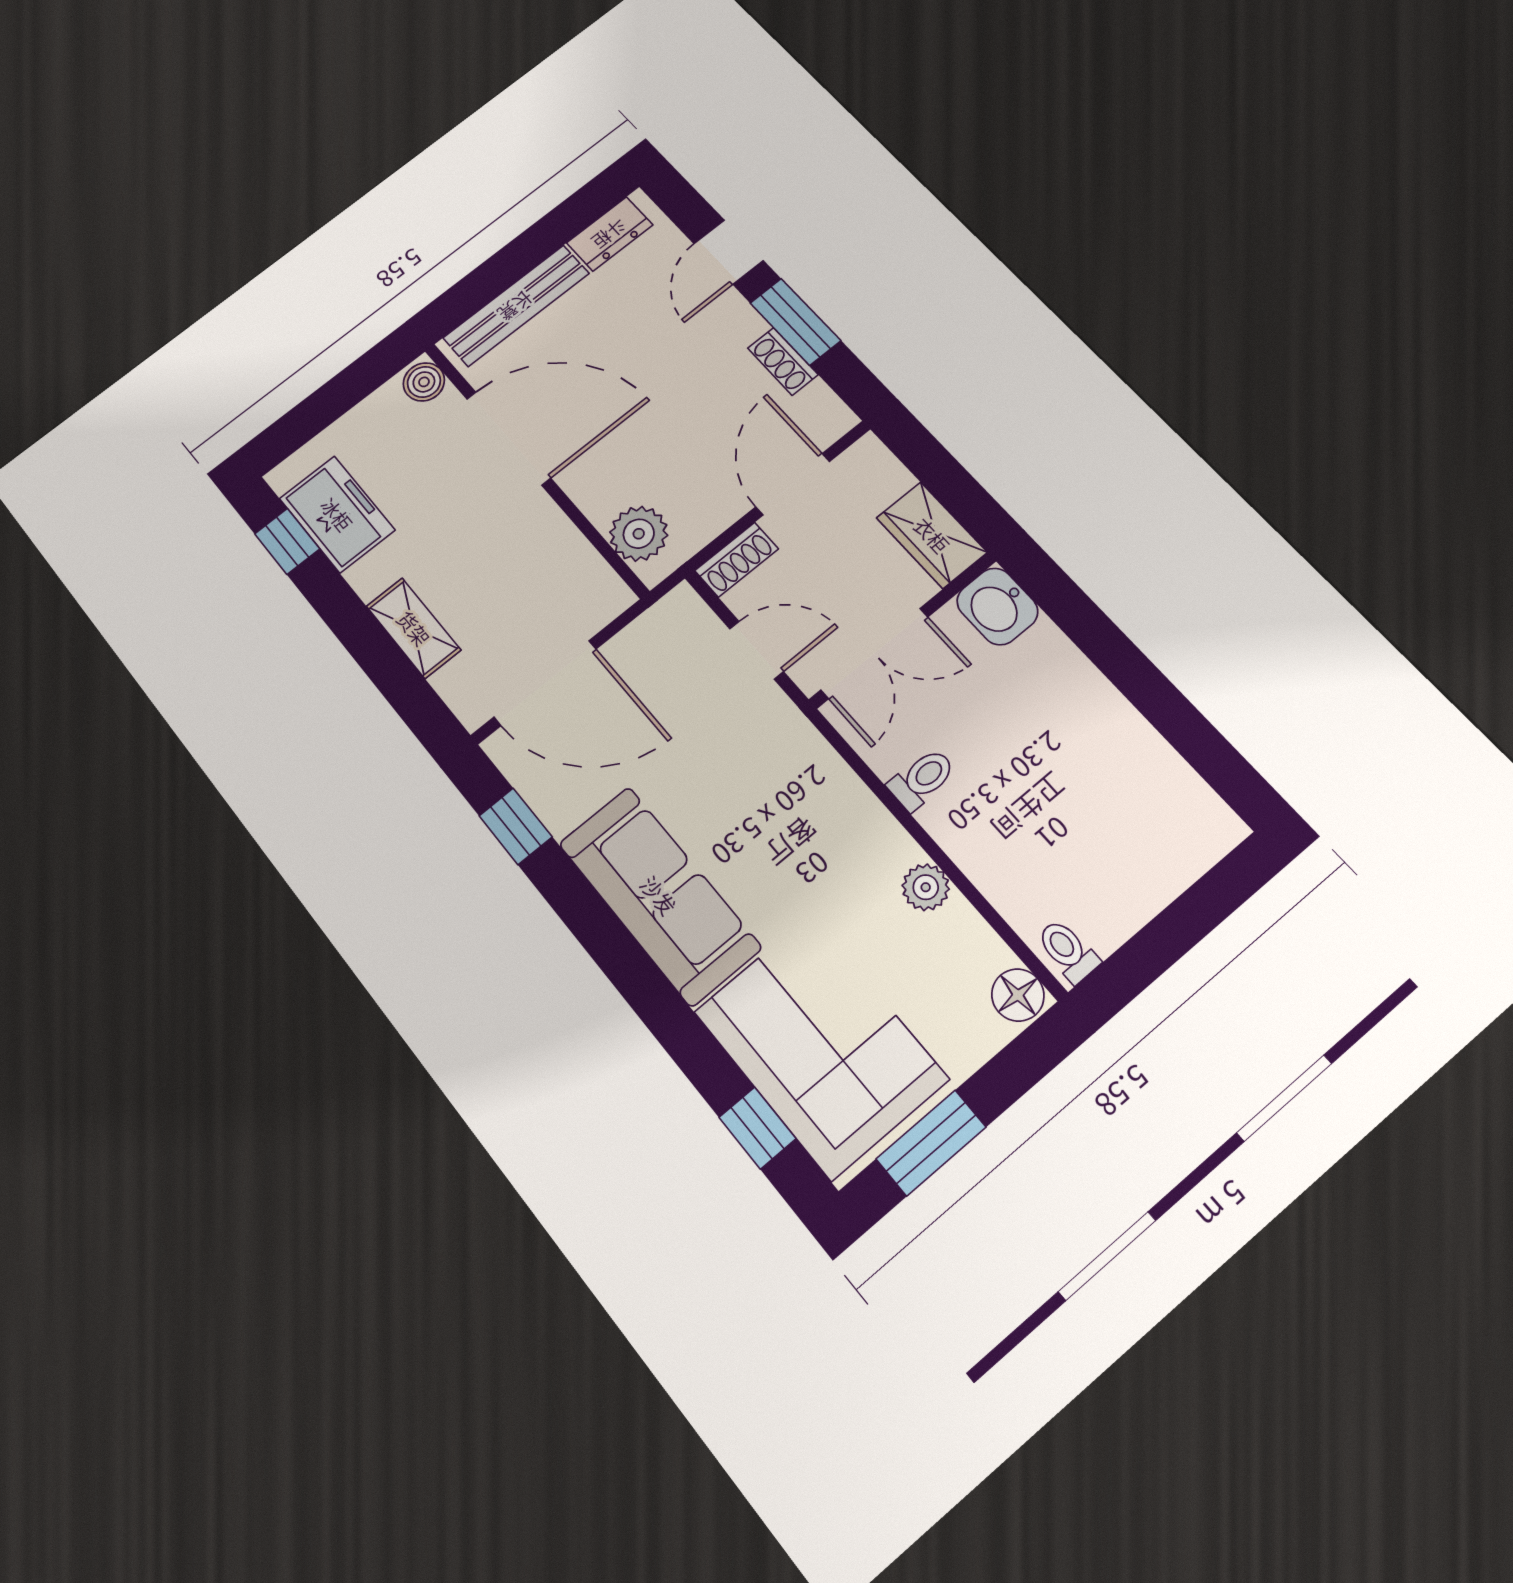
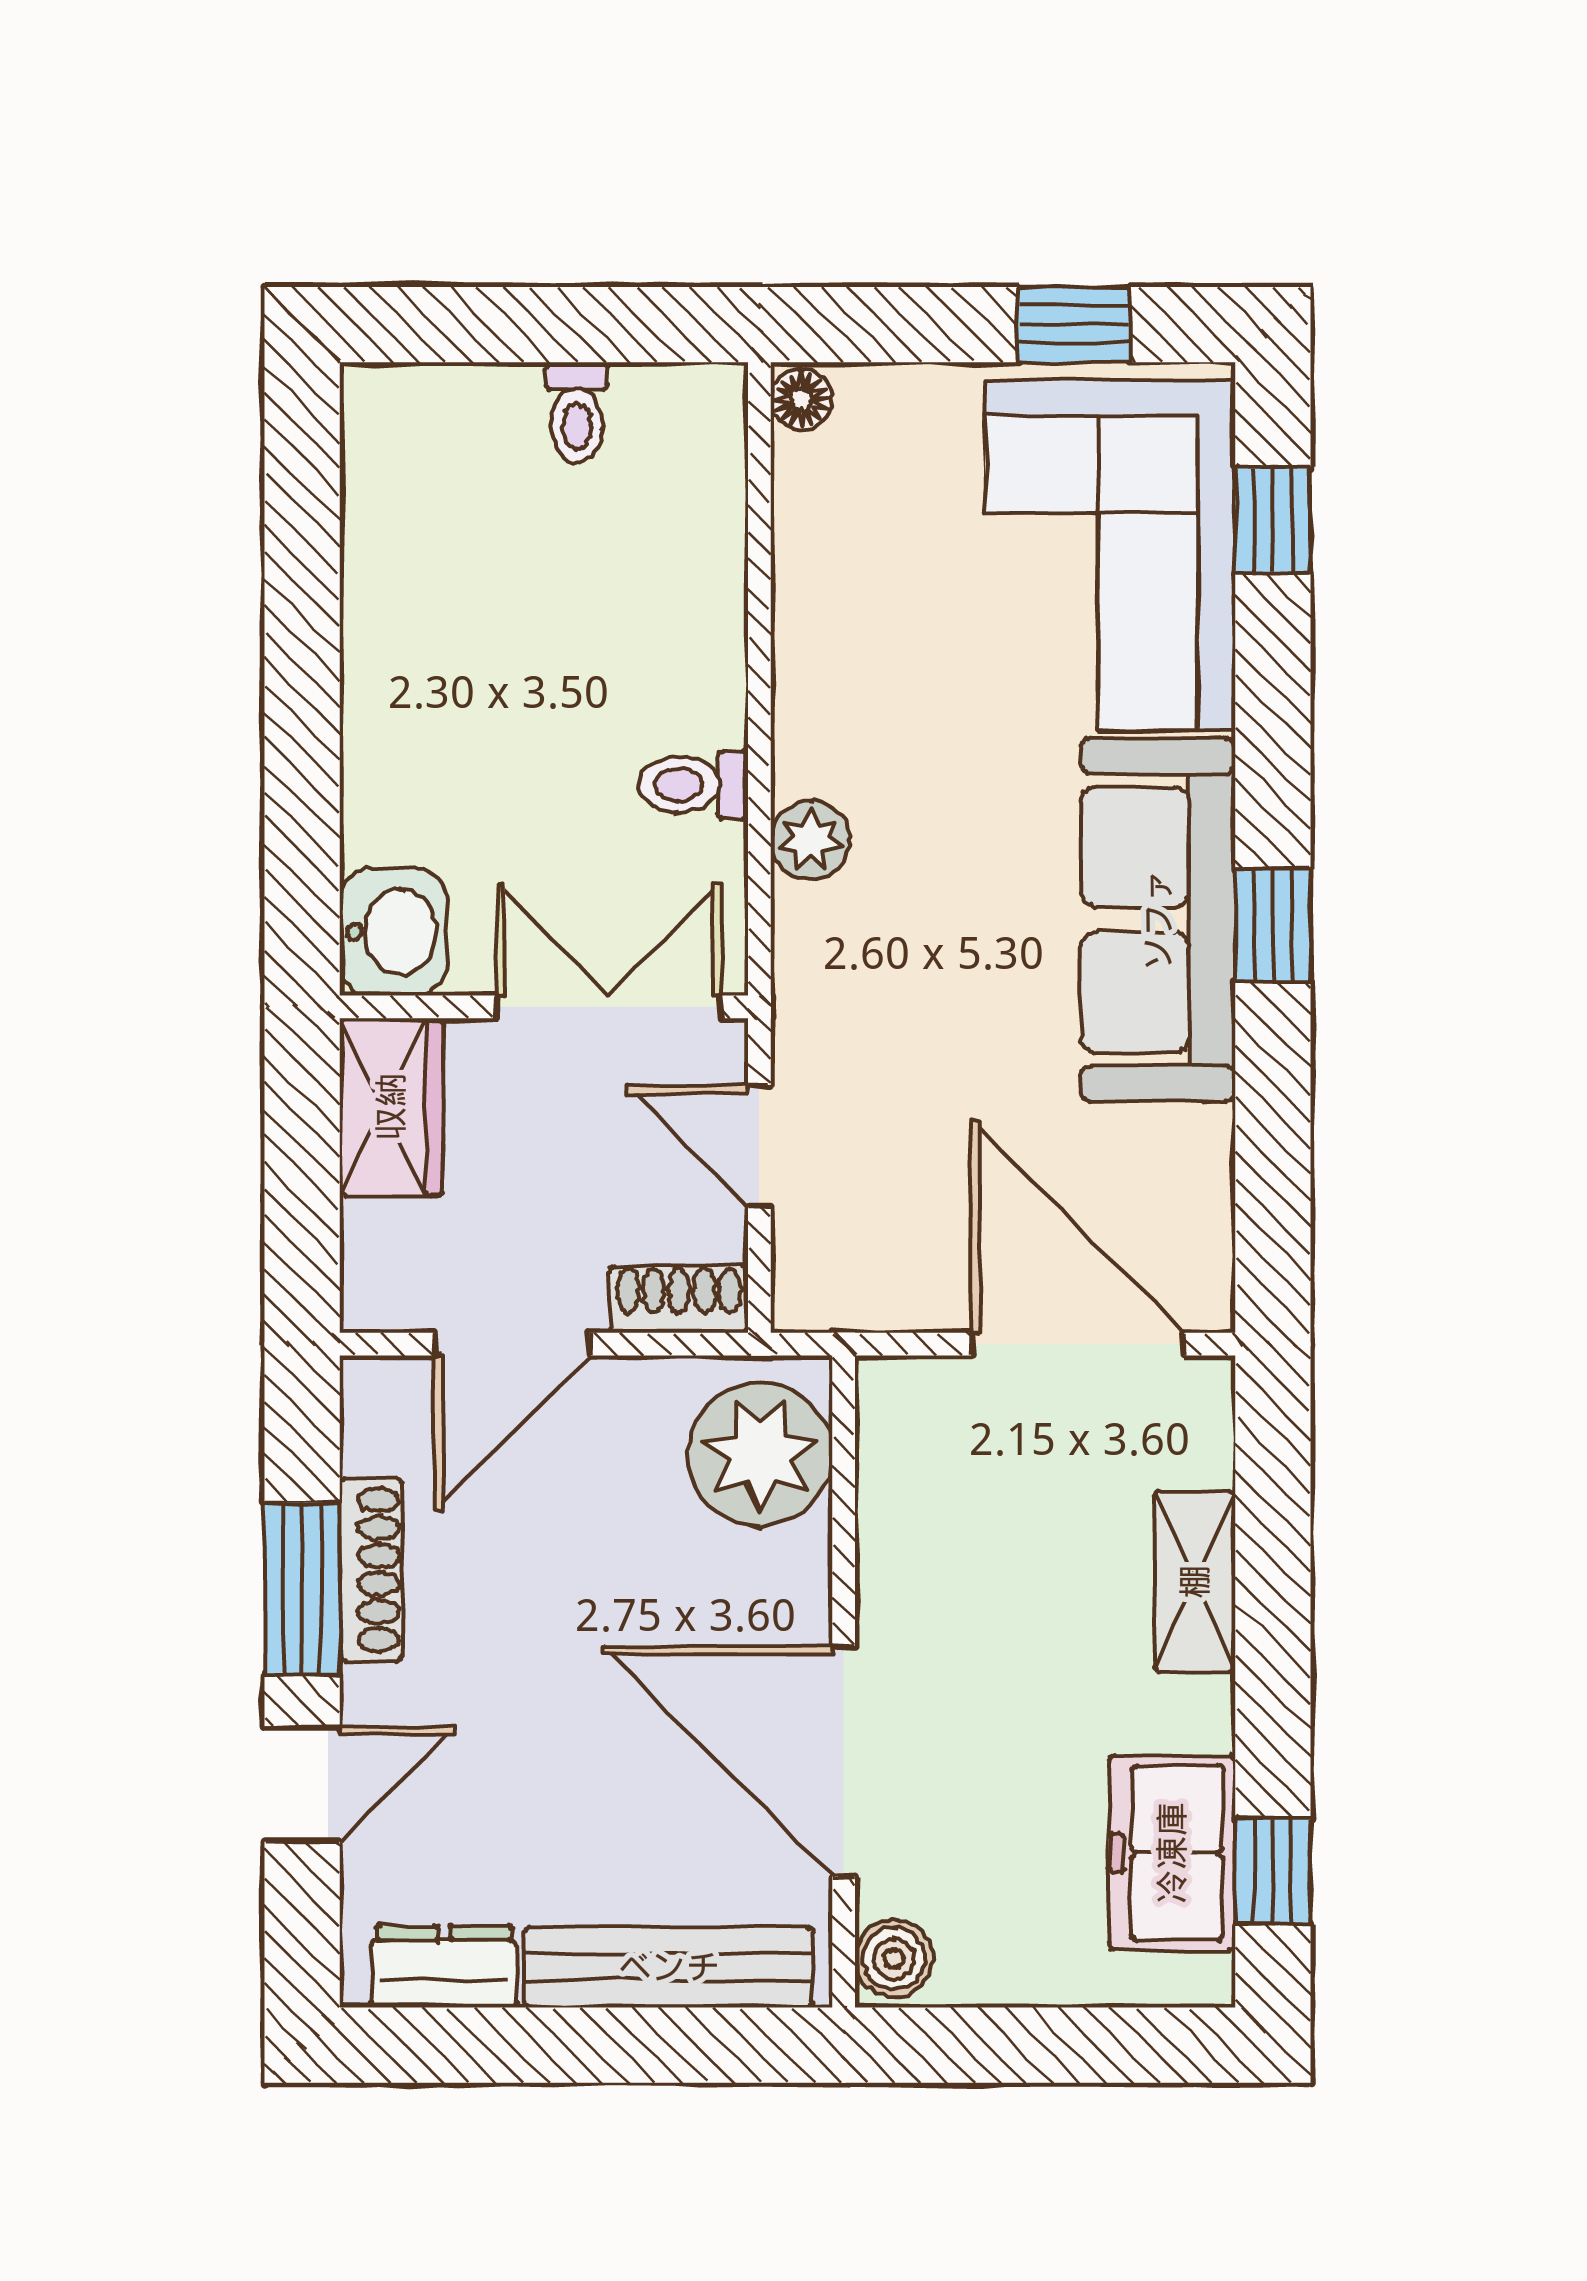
shoe rack: (783, 361) -> (371, 1570), width x1.43
plant: (639, 534) -> (760, 1454), width x1.36, depth x1.36
window: (516, 826) -> (1273, 925), moved
plant: (926, 887) -> (810, 840), moved
toilet: (1068, 951) -> (577, 412), moved
floor lamp: (1018, 995) -> (801, 399), width x0.73, depth x0.73
window: (931, 1143) -> (1074, 325), width x0.67

